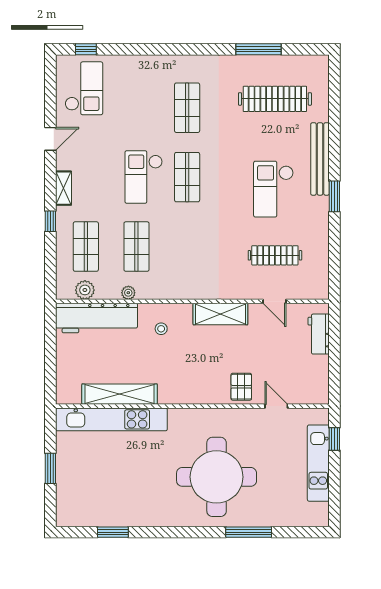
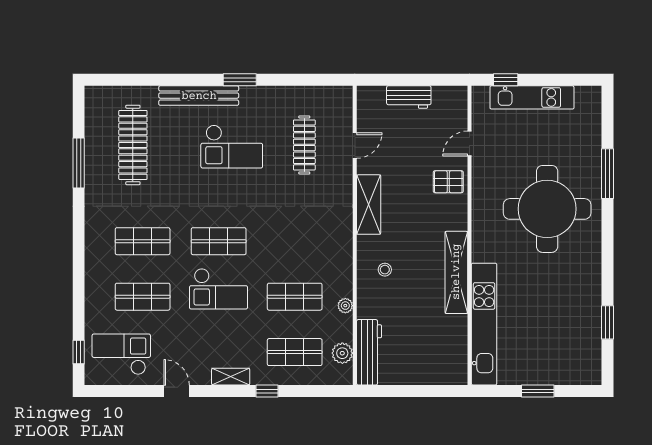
shop shelf: (136, 108) -> (143, 297), added
workbench: (97, 318) -> (369, 352), width x0.73, depth x0.76
workbench: (319, 334) -> (409, 97), moved
shelving: (120, 394) -> (456, 272), moved

